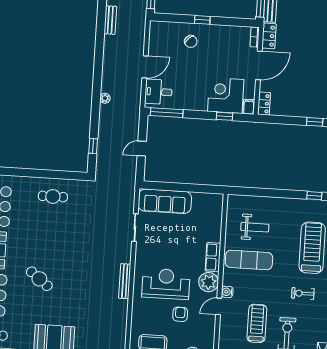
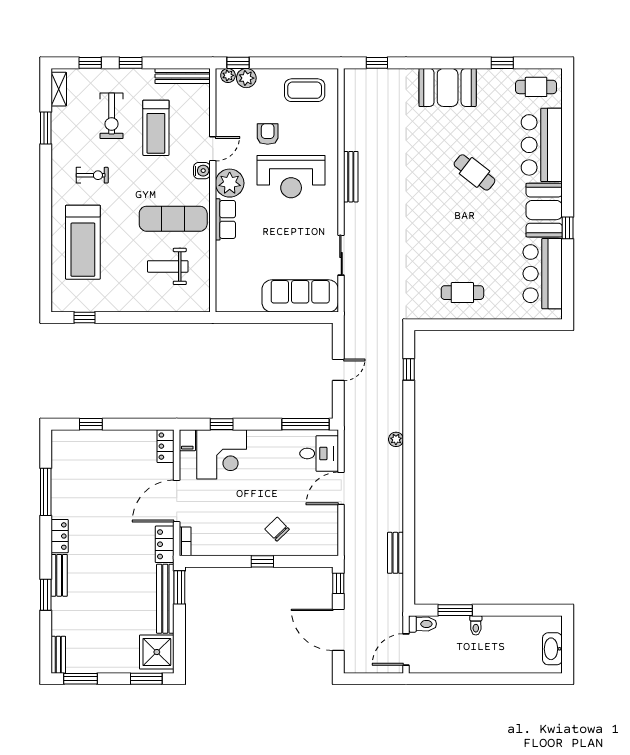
armchair: (180, 314) -> (268, 134), turned 180

